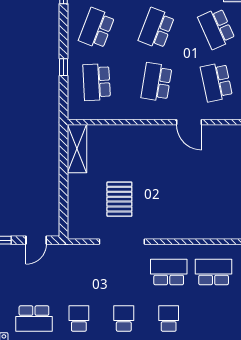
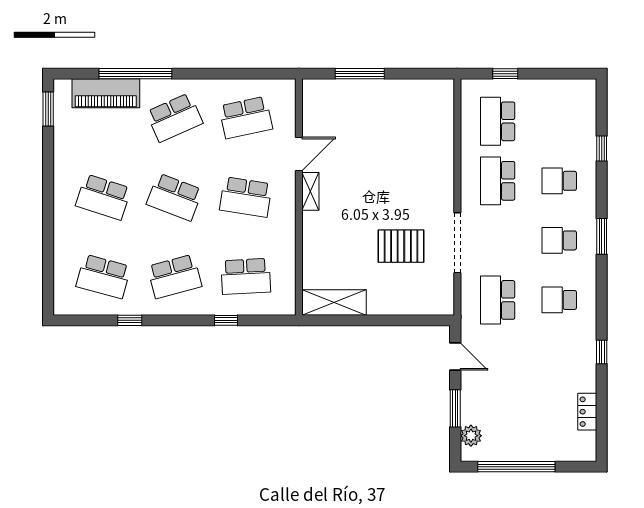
school desk: (97, 28) -> (175, 276), turned -36
shelving: (161, 131) -> (310, 191), added
school desk: (34, 319) -> (498, 300), moved, turned 180

